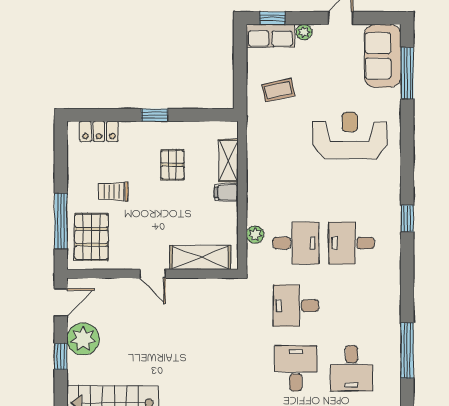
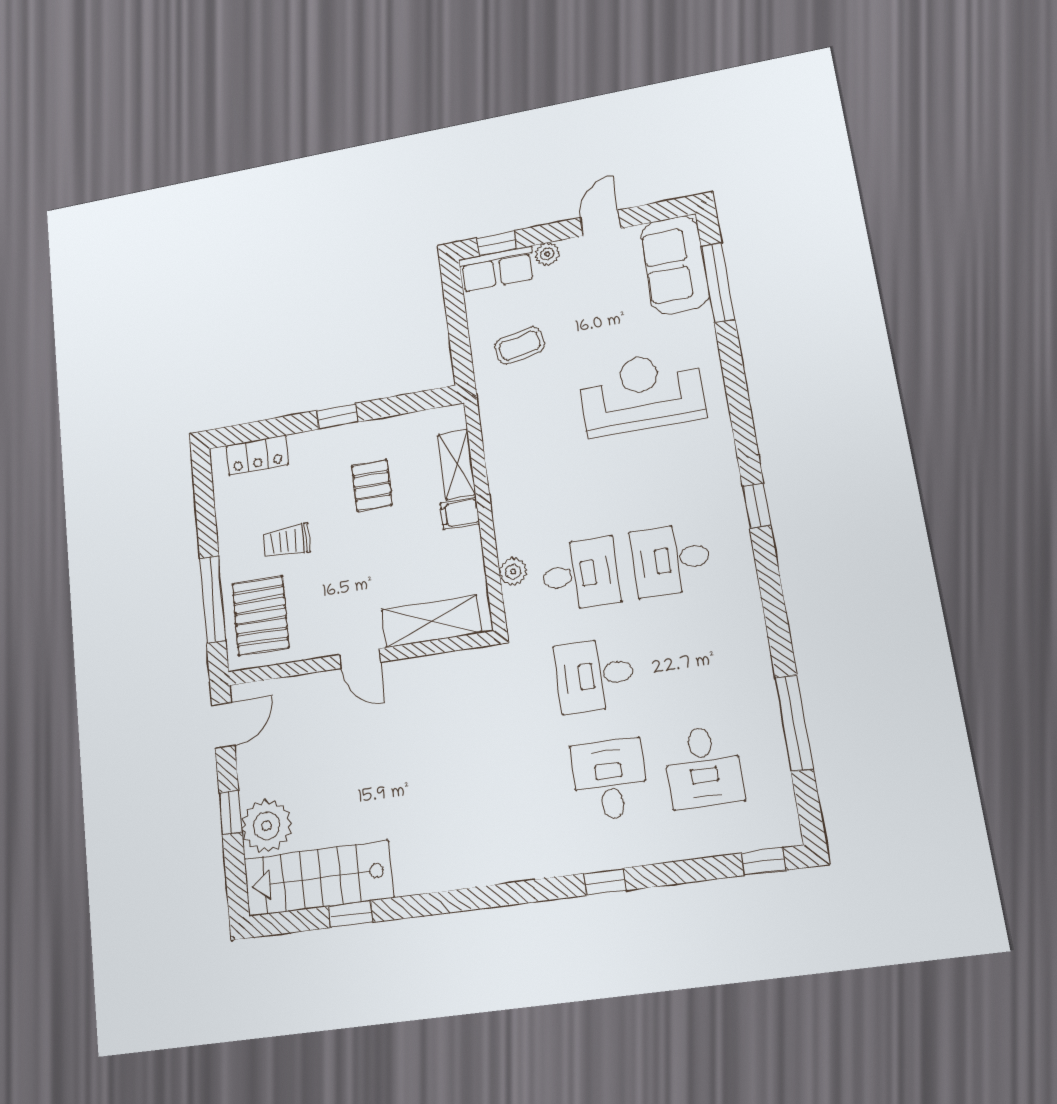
plant: (83, 339) -> (267, 826), moved

